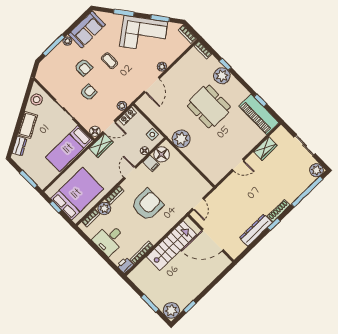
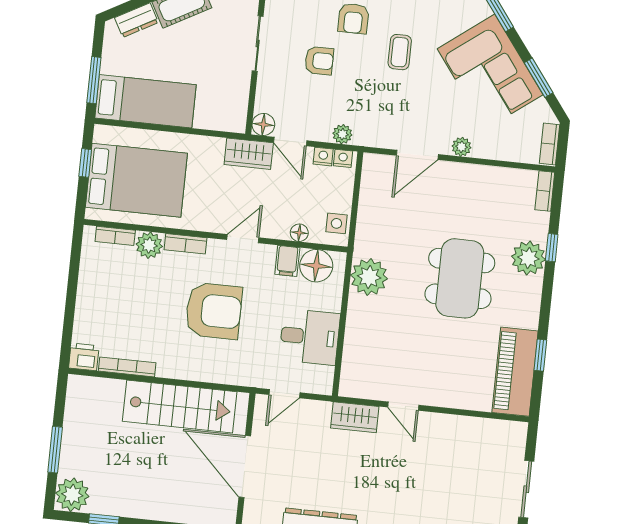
bed: (69, 149) -> (146, 101), moved, turned 180
wardrobe: (265, 149) -> (355, 417), moved
desk: (109, 239) -> (310, 337), moved, turned 180

